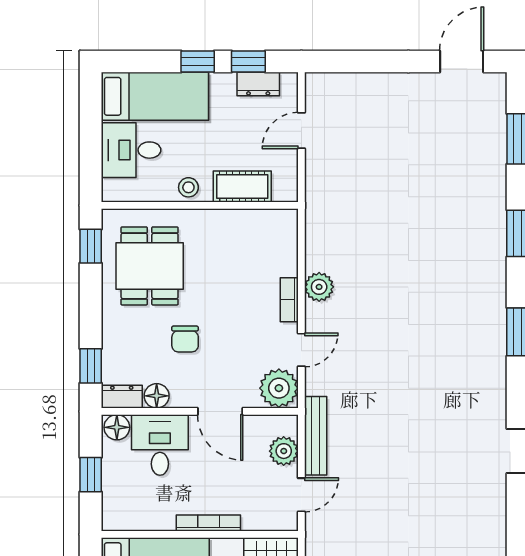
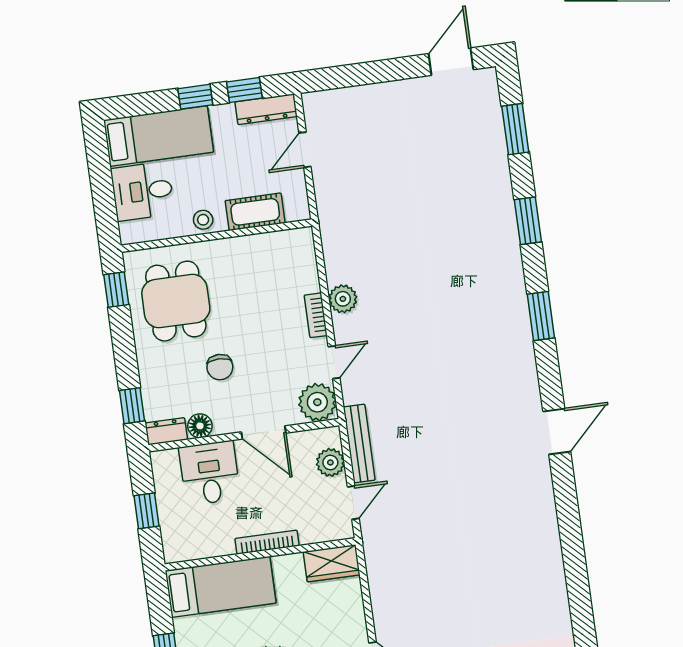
dresser: (258, 84) -> (266, 109), width x1.44
floor lamp: (117, 427) -> (166, 462), removed

